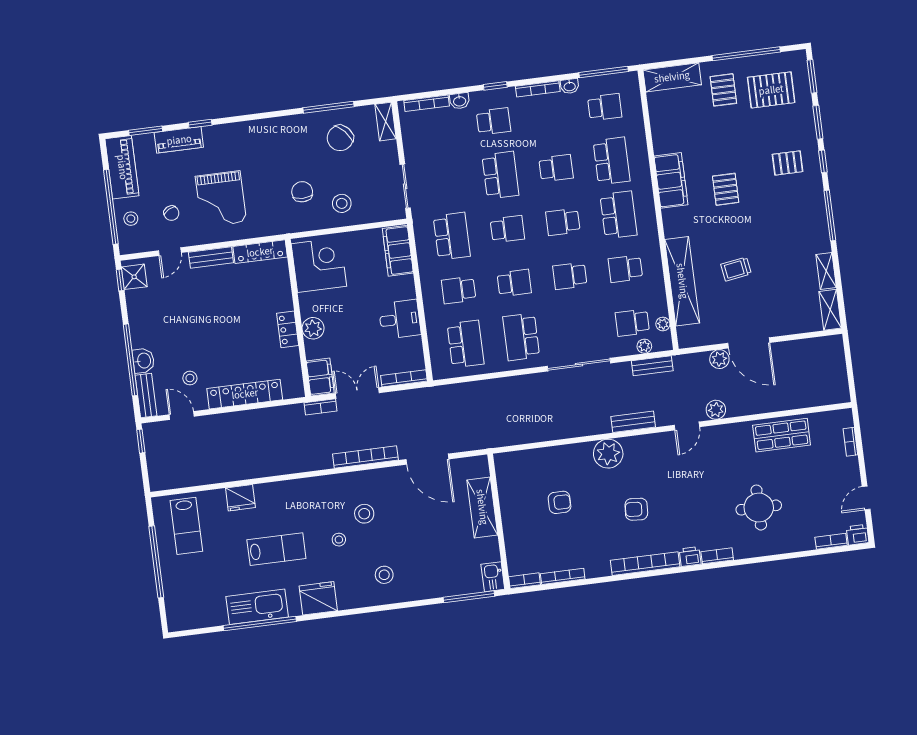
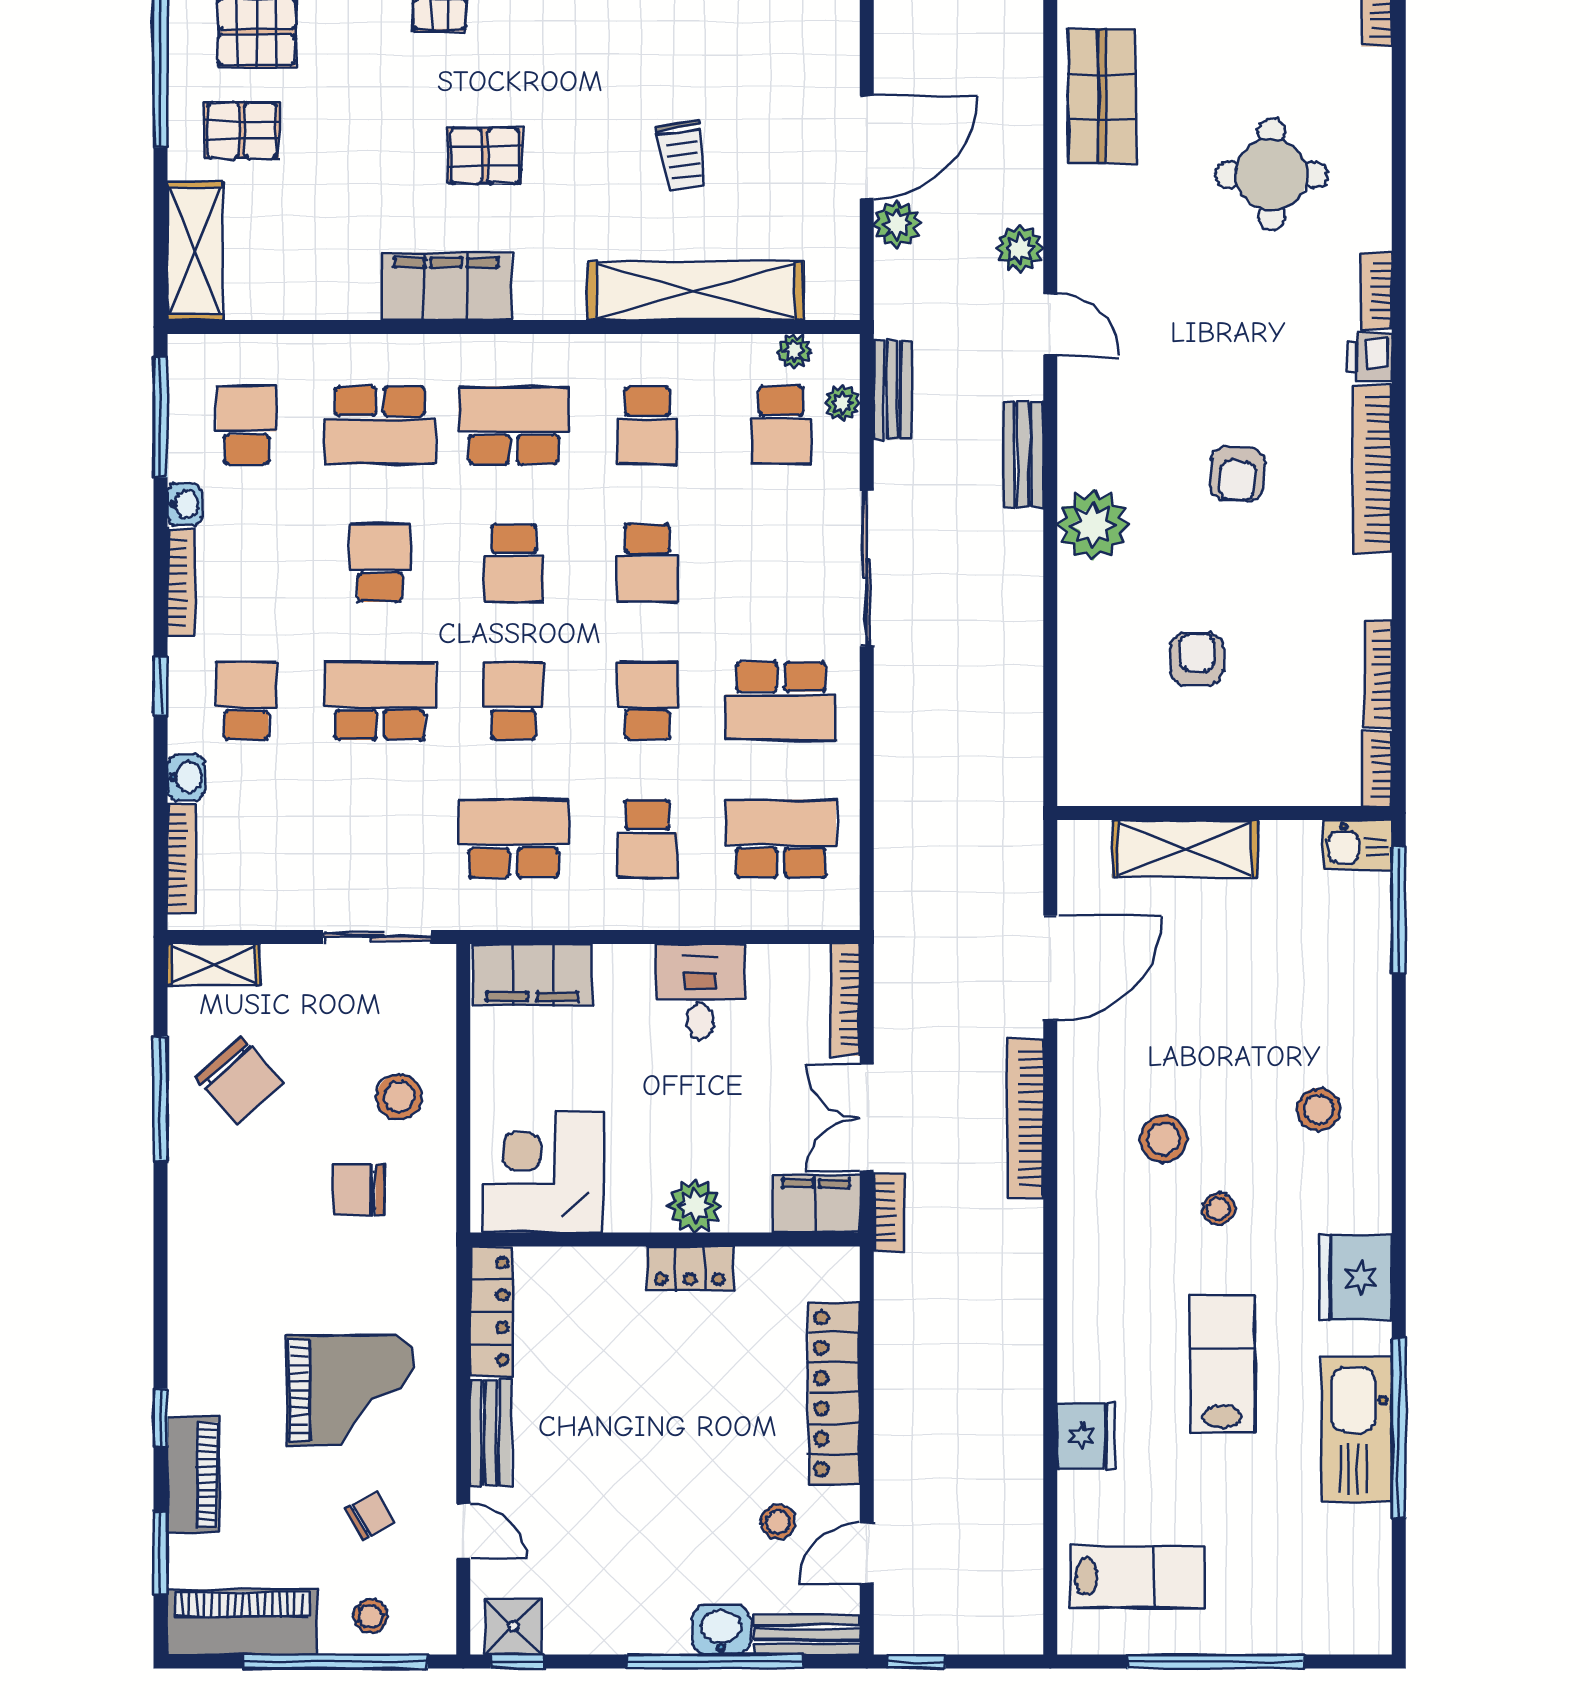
school desk: (612, 161) -> (380, 425), turned 180

